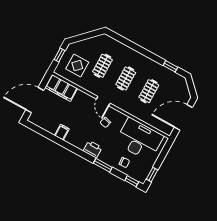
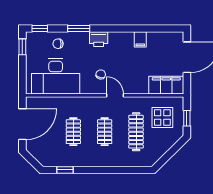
clothes rail: (102, 66) -> (136, 132), width x1.36

